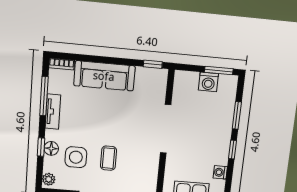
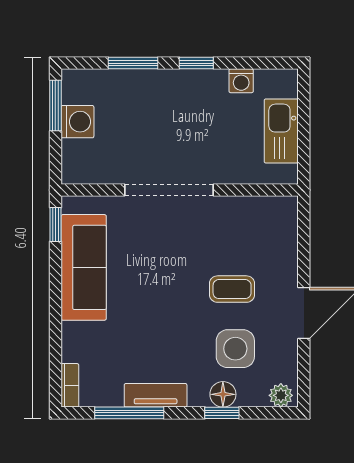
sofa: (104, 76) -> (84, 267), moved

